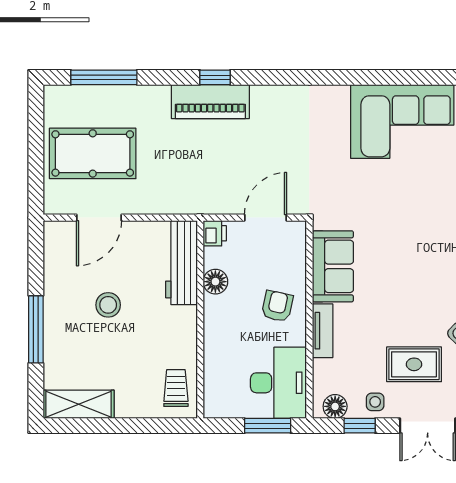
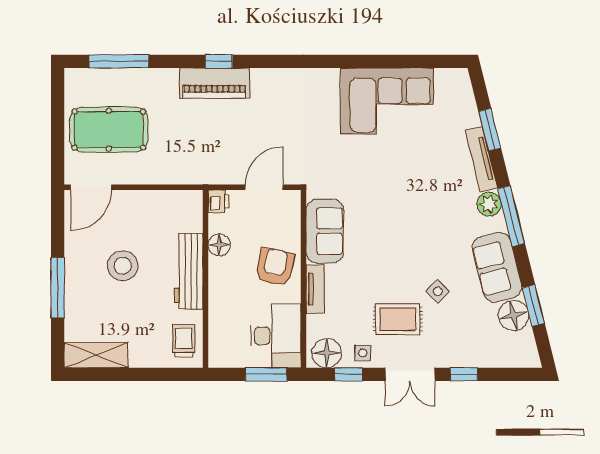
door: (99, 218) -> (91, 187), moved
workbench: (182, 263) -> (189, 271), moved
stool: (108, 305) -> (123, 266), width x1.38, depth x1.38
armchair: (277, 306) -> (275, 267), width x1.38, depth x1.38
floor lamp: (335, 406) -> (327, 353), width x1.38, depth x1.38

